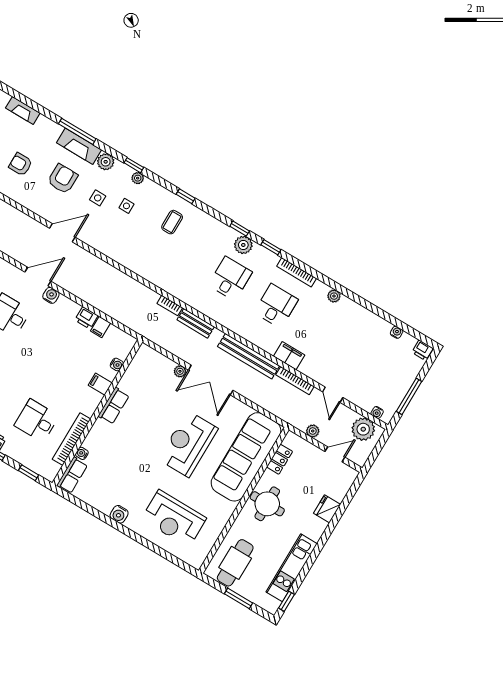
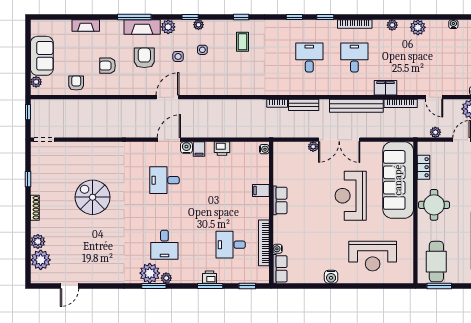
plant: (243, 245) -> (418, 27), moved
filing cabinet: (100, 327) -> (199, 149), moved
water cooler: (117, 365) -> (264, 149), moved
window: (239, 598) -> (439, 286), moved

